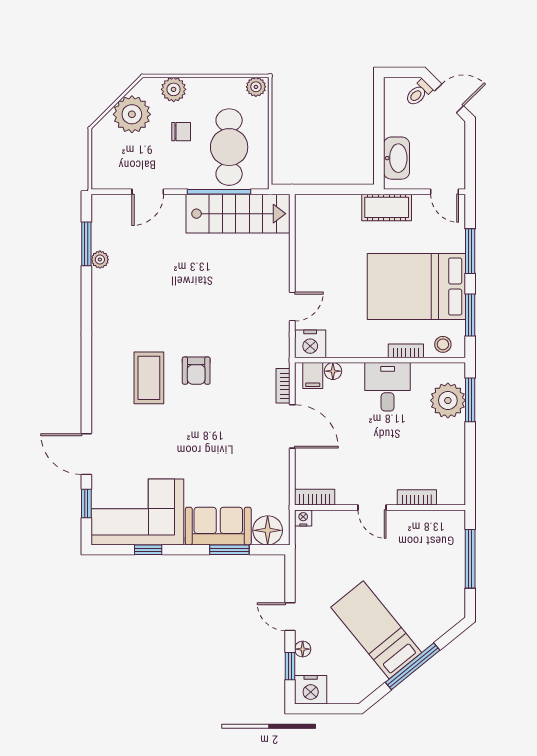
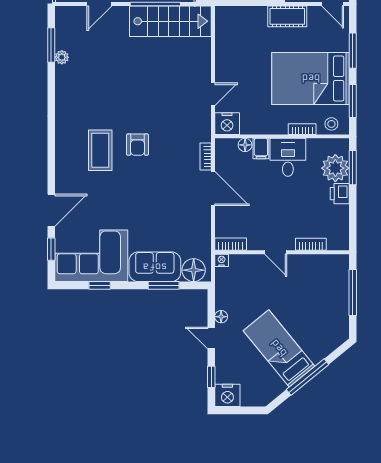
filing cabinet: (313, 376) -> (261, 149), moved
printer: (454, 433) -> (340, 194), added
door: (86, 454) -> (51, 210), swing flipped
floor lamp: (303, 649) -> (221, 317), moved

